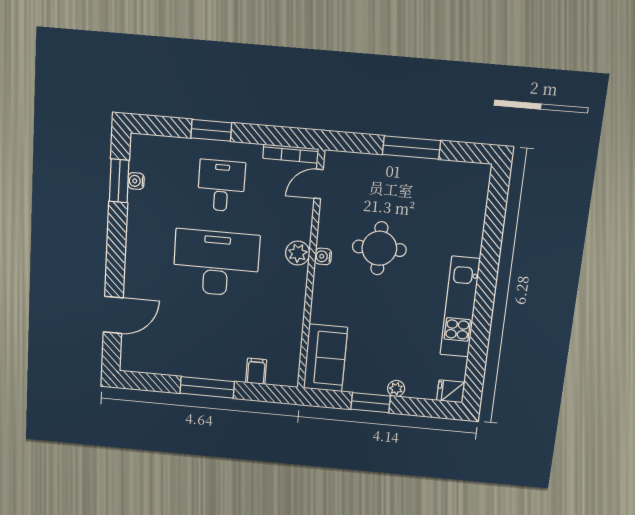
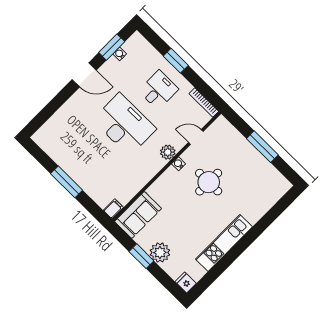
door: (319, 184) -> (196, 137), moved
door: (113, 315) -> (84, 75), moved
filing cabinet: (256, 371) -> (113, 209), moved
plant: (396, 389) -> (160, 252), width x1.88, depth x1.88

